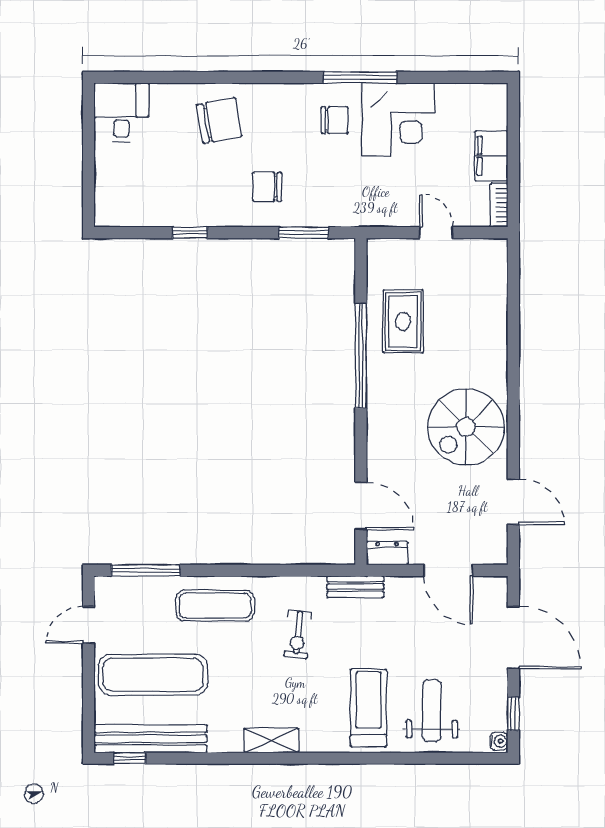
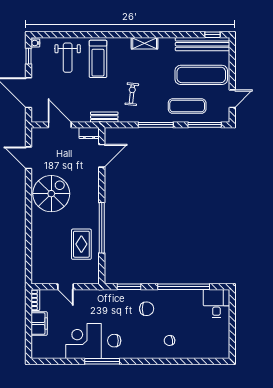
desk: (121, 112) -> (216, 304), moved, turned 180
chair: (219, 121) -> (170, 340), width x0.54, depth x0.54
window: (190, 233) -> (184, 287), width x3.17
door: (361, 506) -> (102, 156), swing flipped
window: (248, 570) -> (156, 125), added
exercise mat: (215, 606) -> (187, 106), moved

